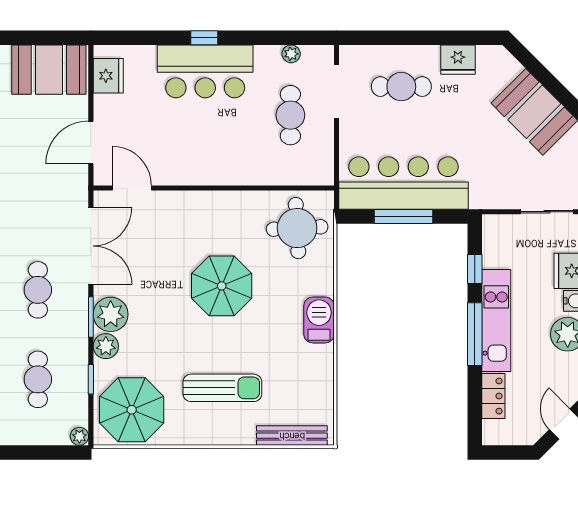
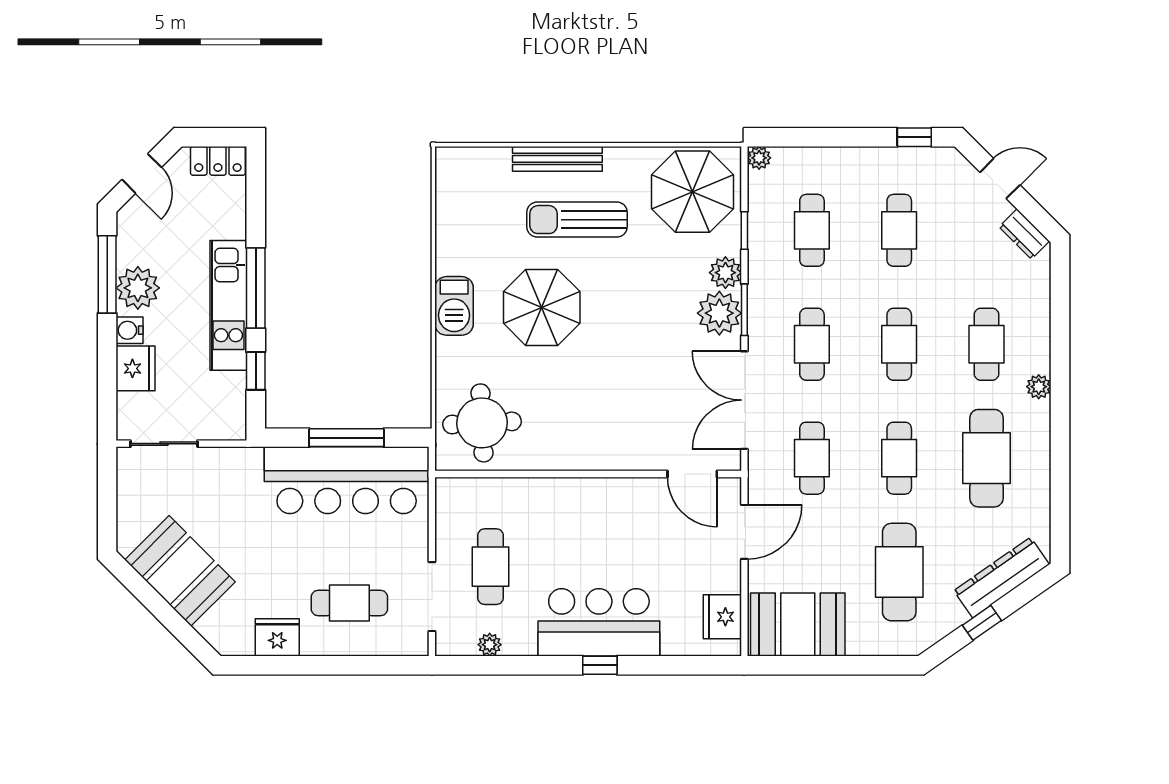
cafe table: (38, 200) -> (812, 458), added
parasol: (222, 286) -> (542, 307), moved
locker: (493, 396) -> (218, 161), moved, turned -90
bench: (292, 436) -> (557, 159), moved

